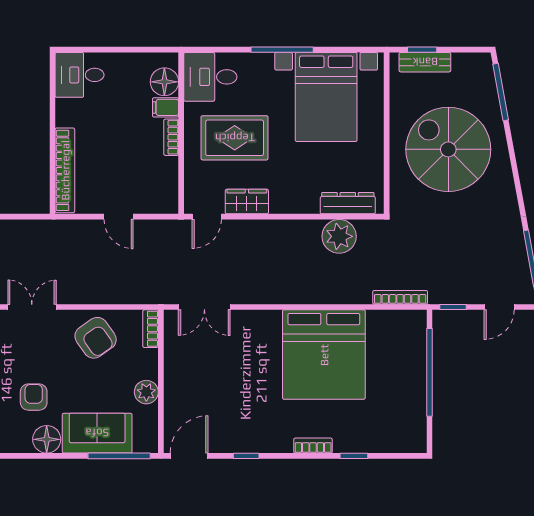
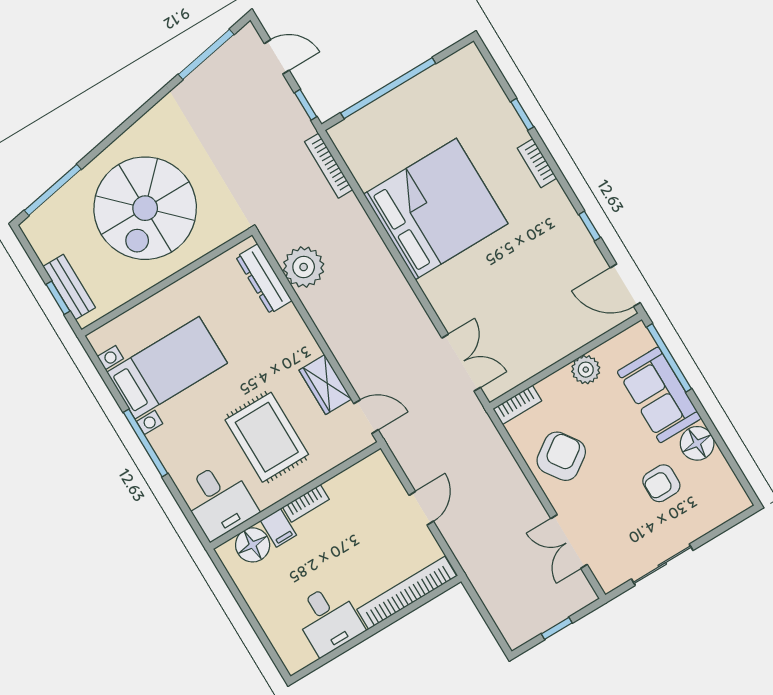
desk: (80, 75) -> (328, 619), moved
bed with nightstands: (326, 97) -> (167, 368), width x0.73

